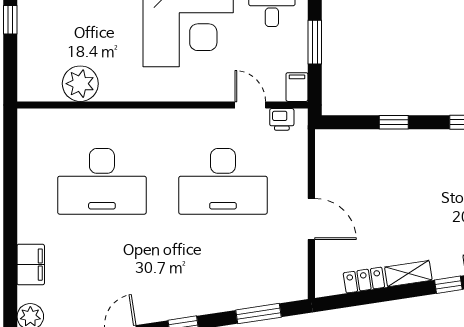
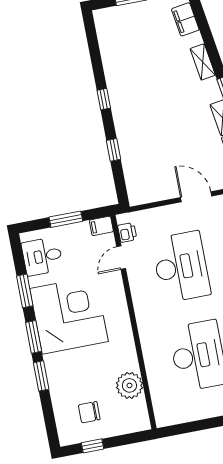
chair: (55, 24) -> (89, 412), added
door: (311, 219) -> (196, 197), hinge flipped

